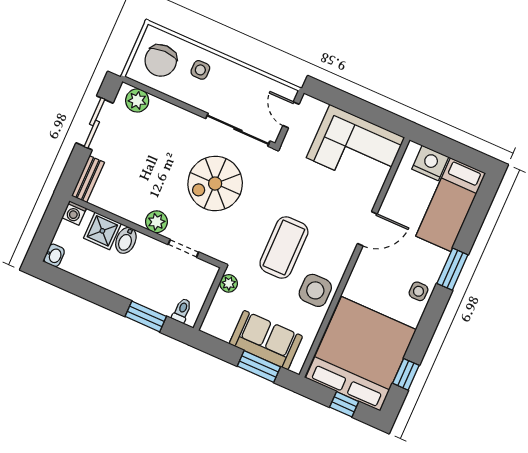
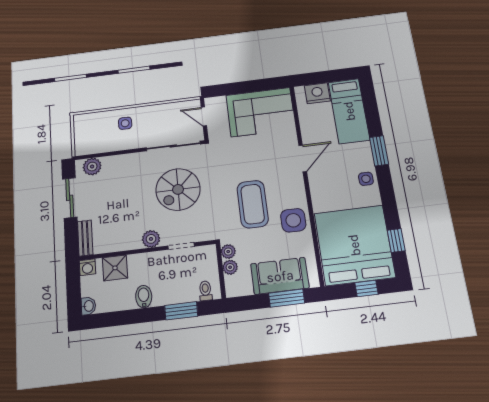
chair: (161, 60) -> (94, 132), removed
bidet: (126, 240) -> (144, 297), moved, turned 180
plant: (221, 301) -> (230, 267), added

